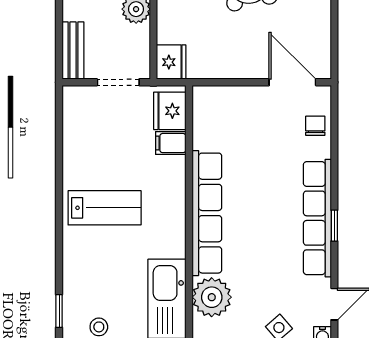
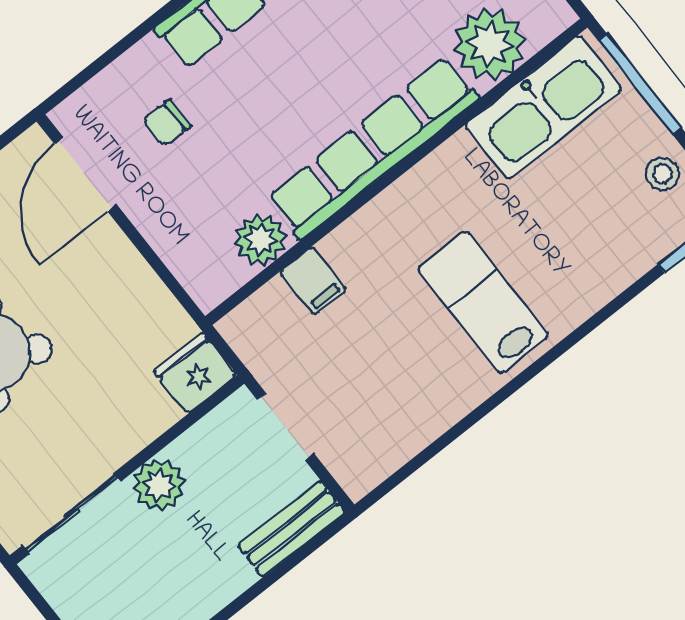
fridge: (170, 111) -> (268, 319), removed
chair: (315, 126) -> (167, 123), moved
plant: (206, 134) -> (260, 239), added

